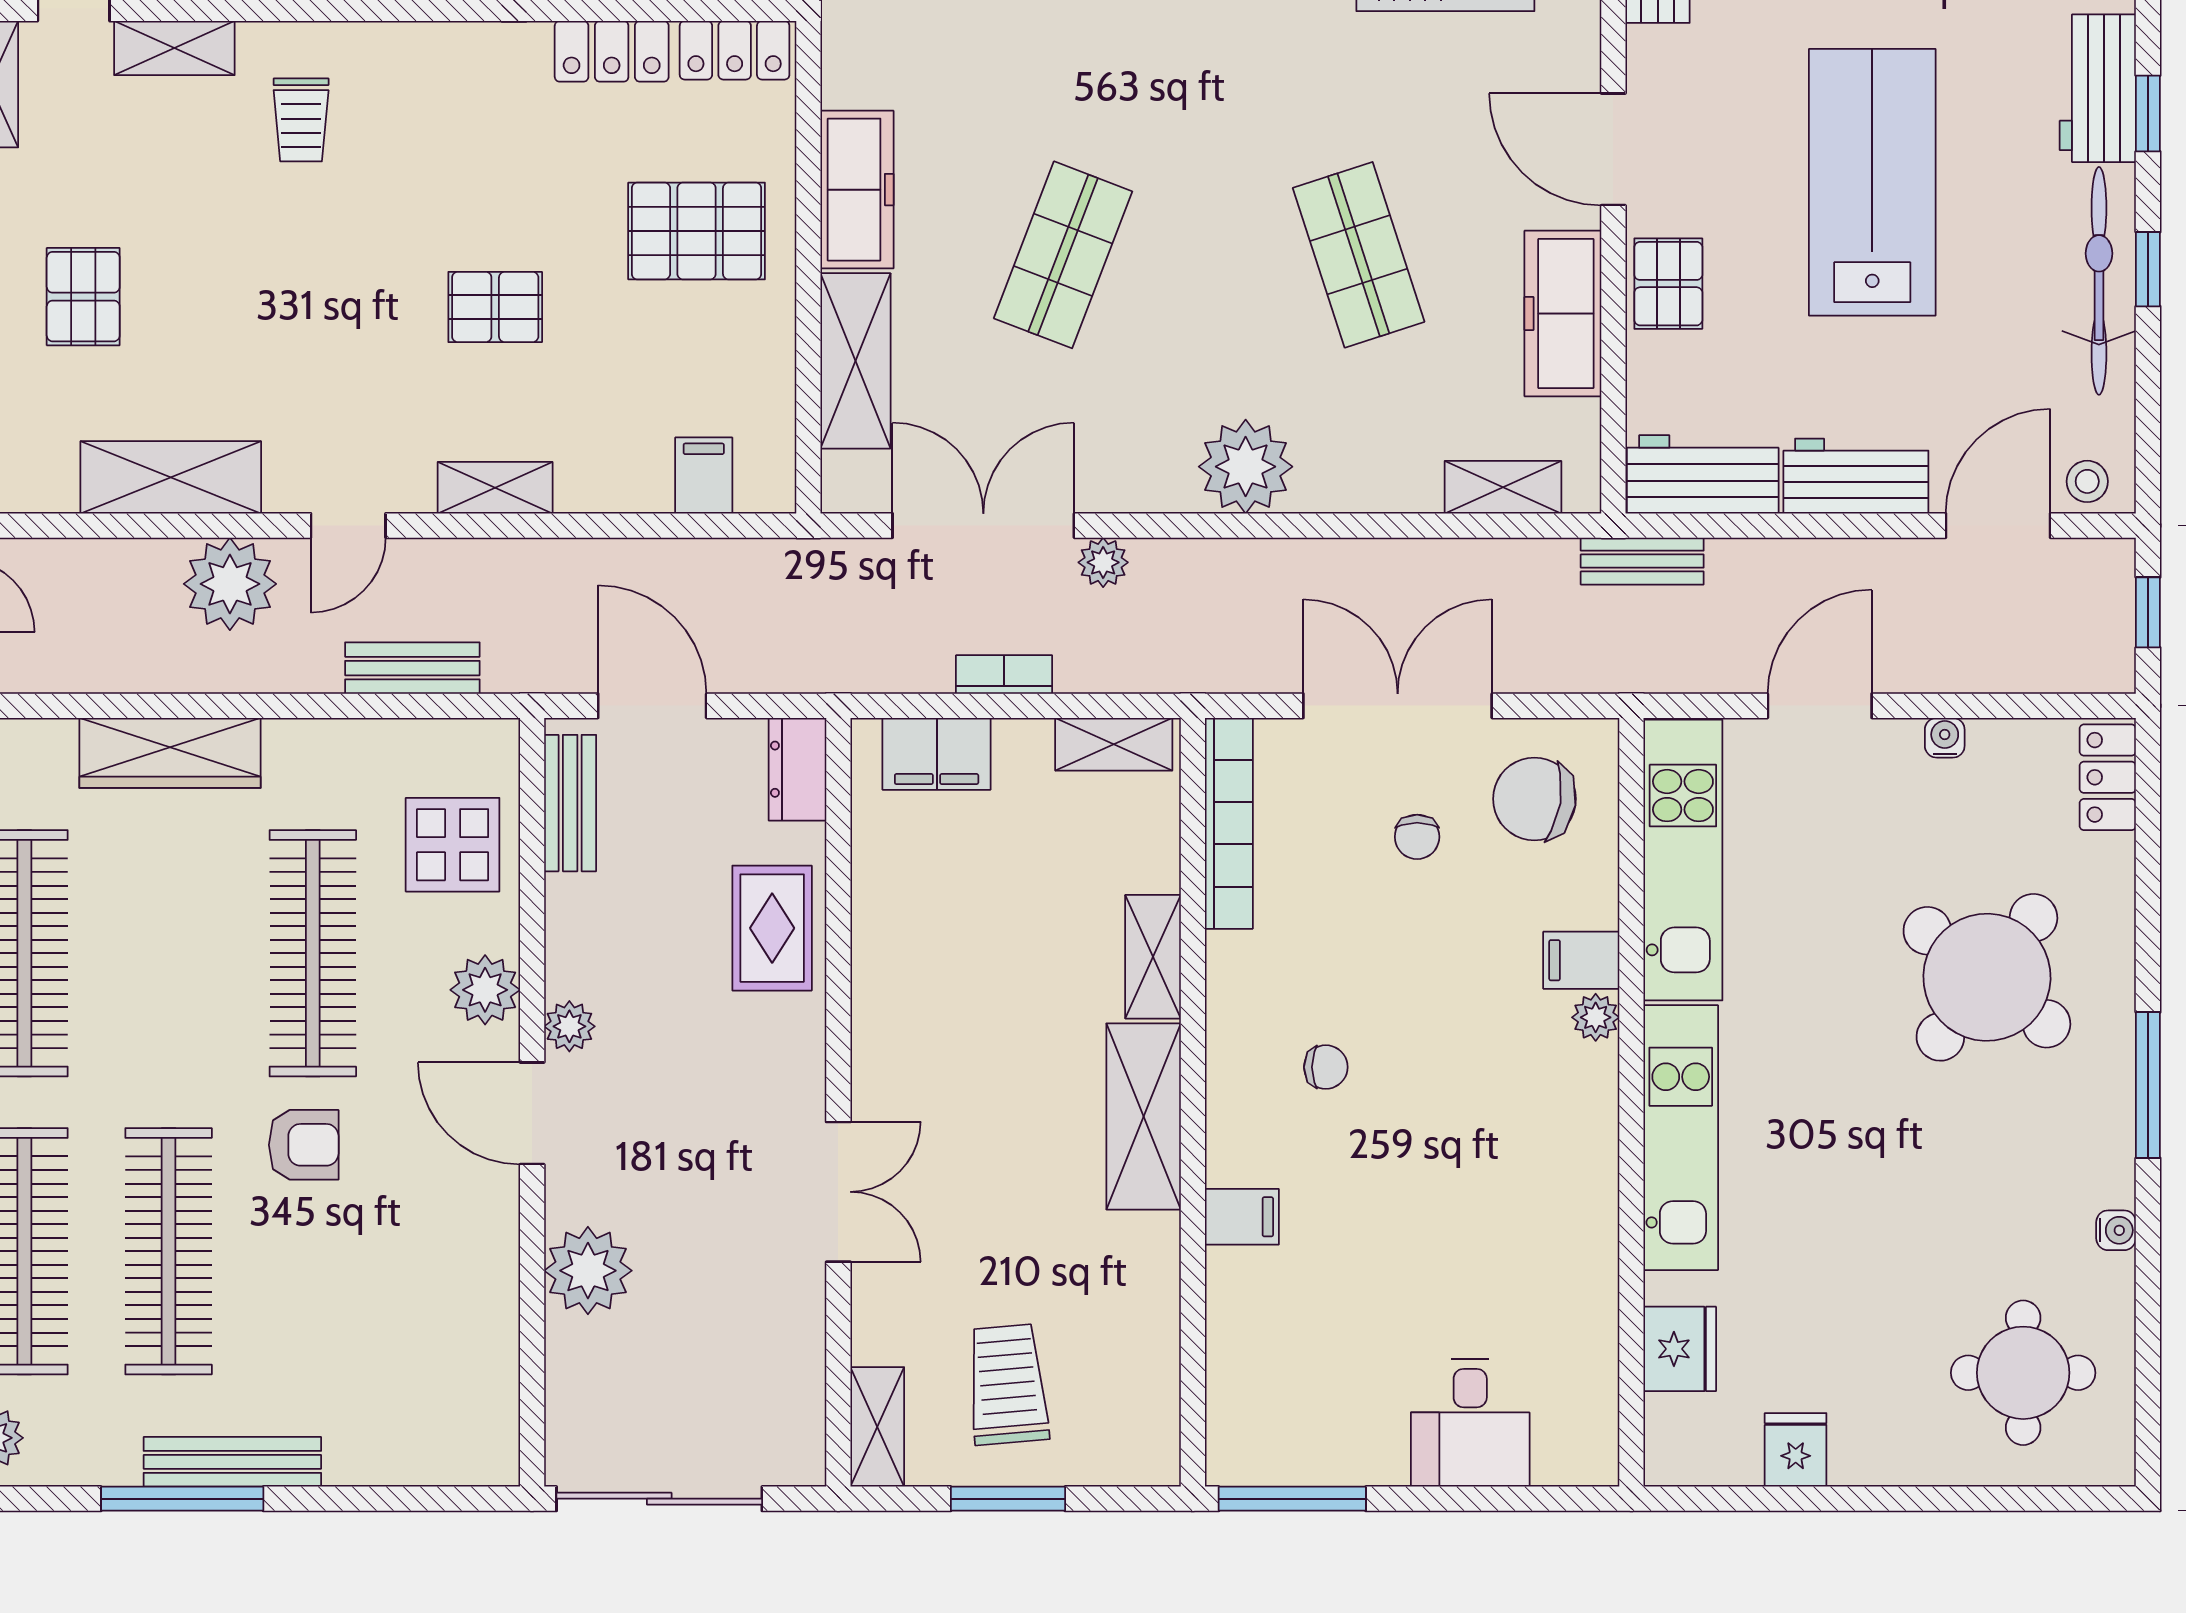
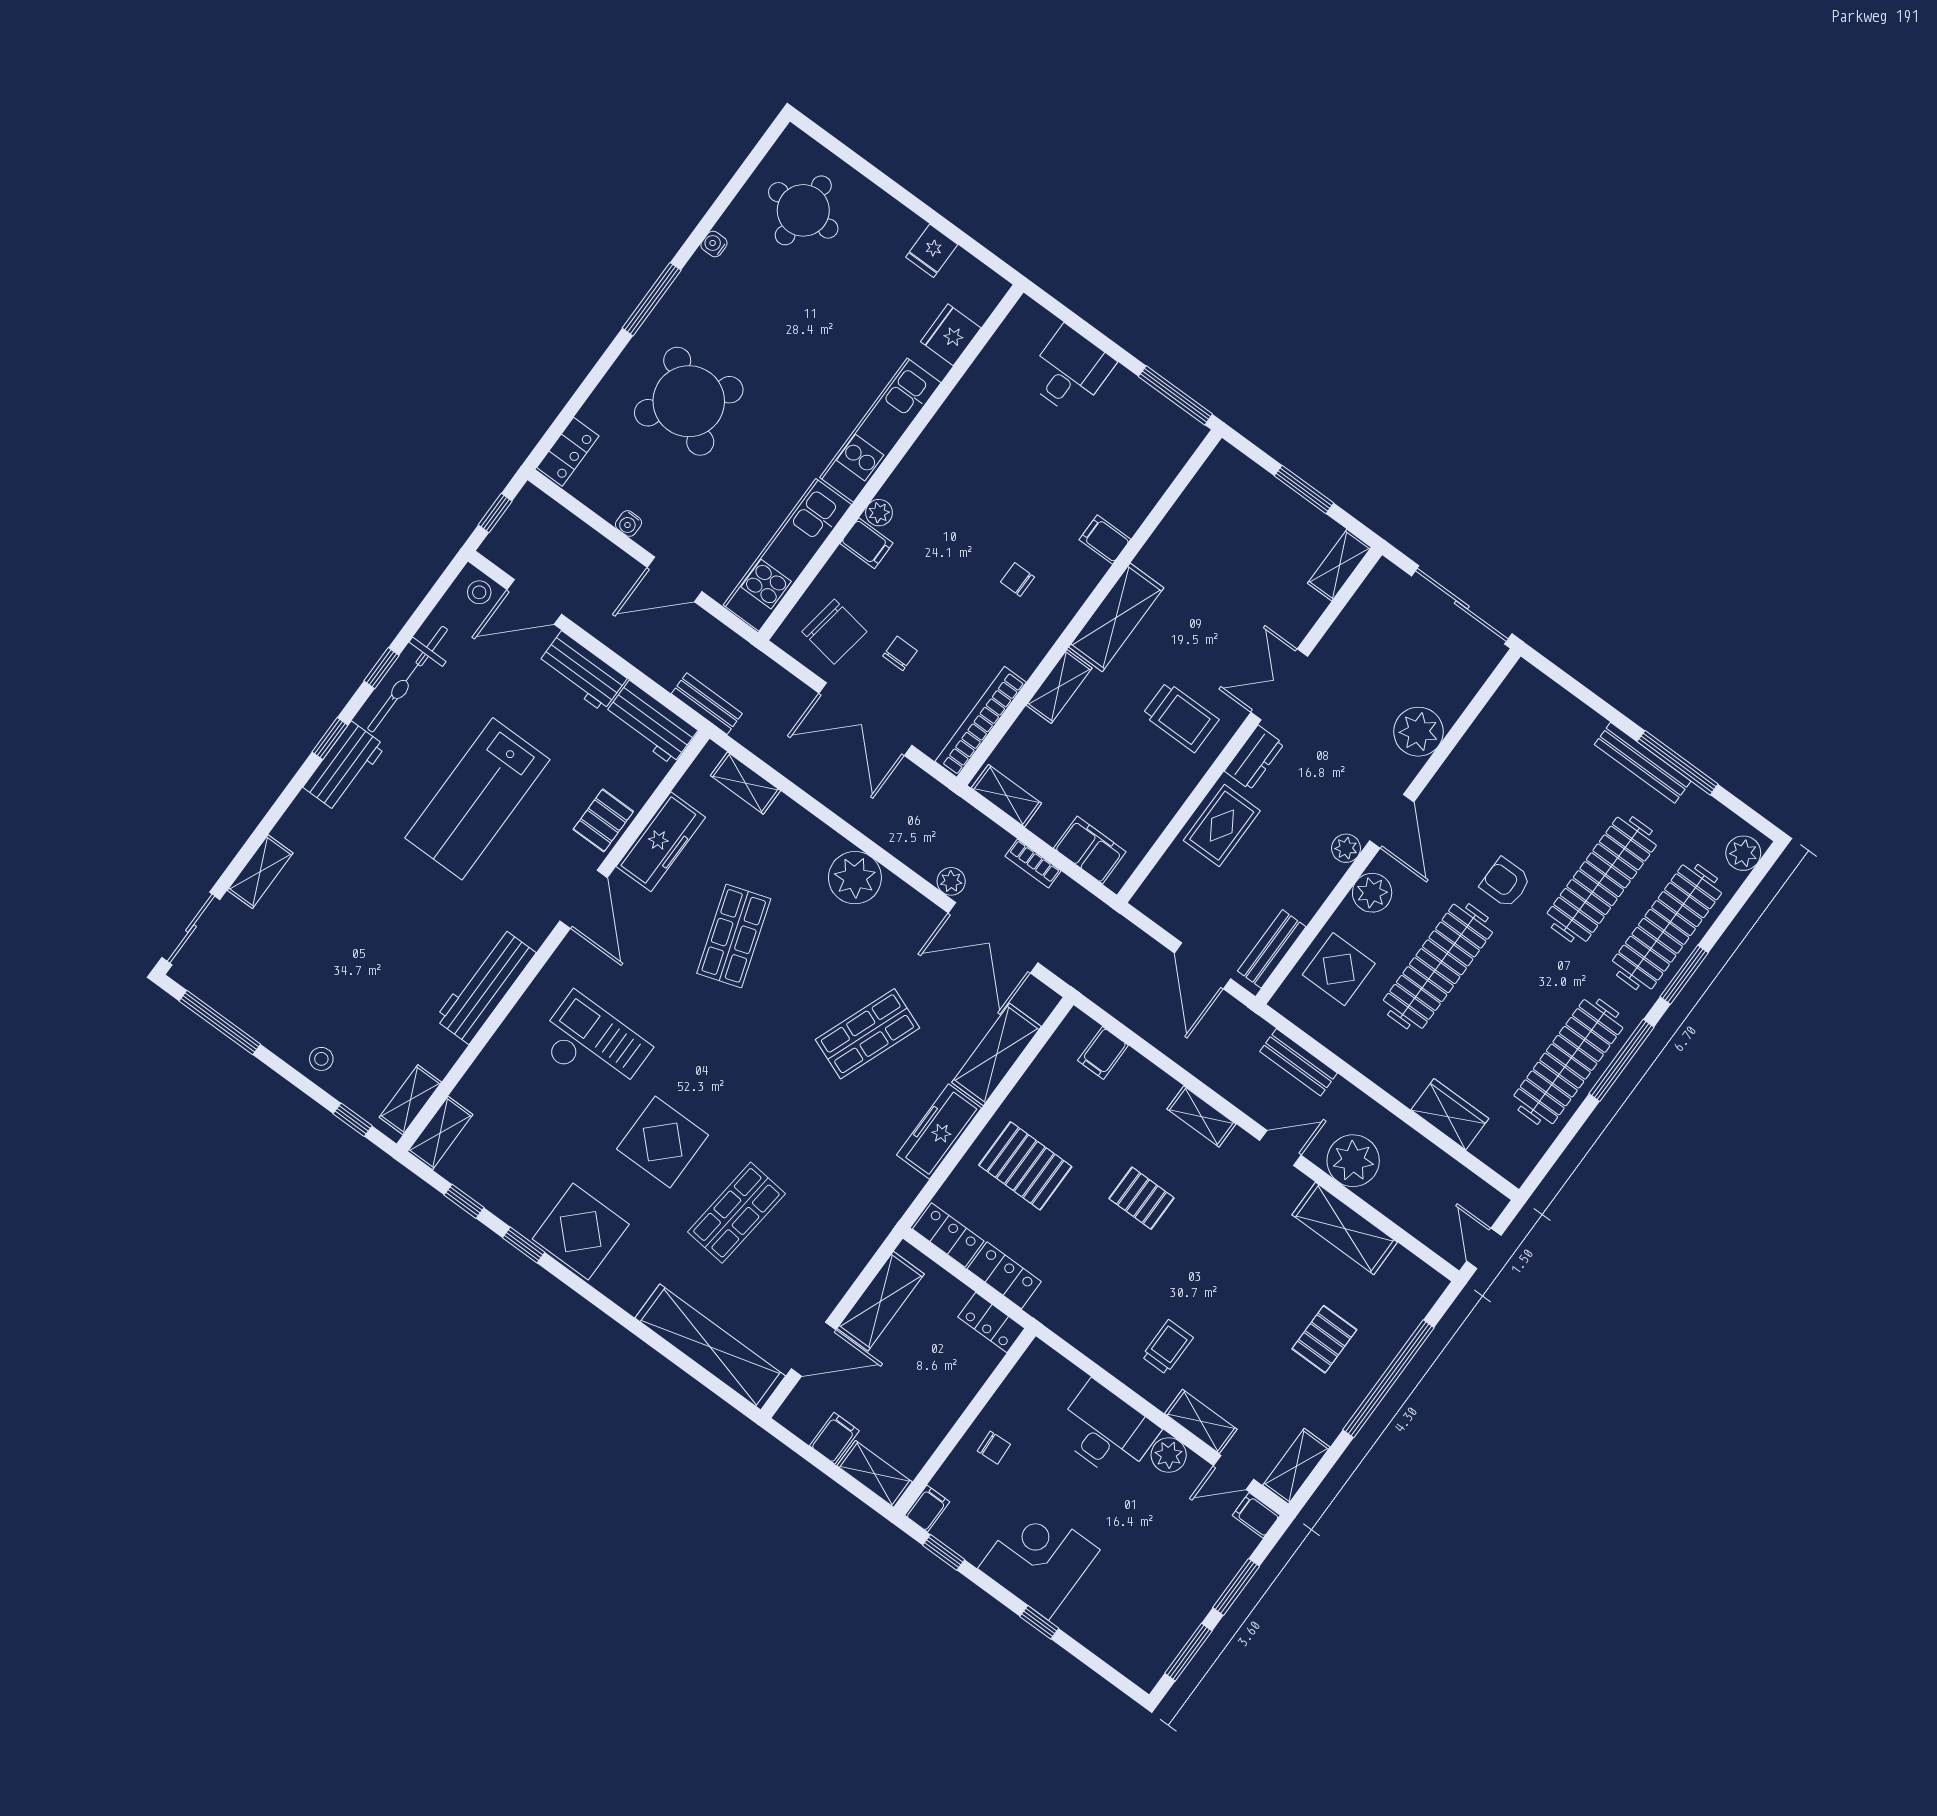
wardrobe: (170, 753) -> (1450, 1114), width x0.67
dresser: (797, 769) -> (1254, 757), moved
trolley: (1007, 1385) -> (1181, 717), moved, turned -85

